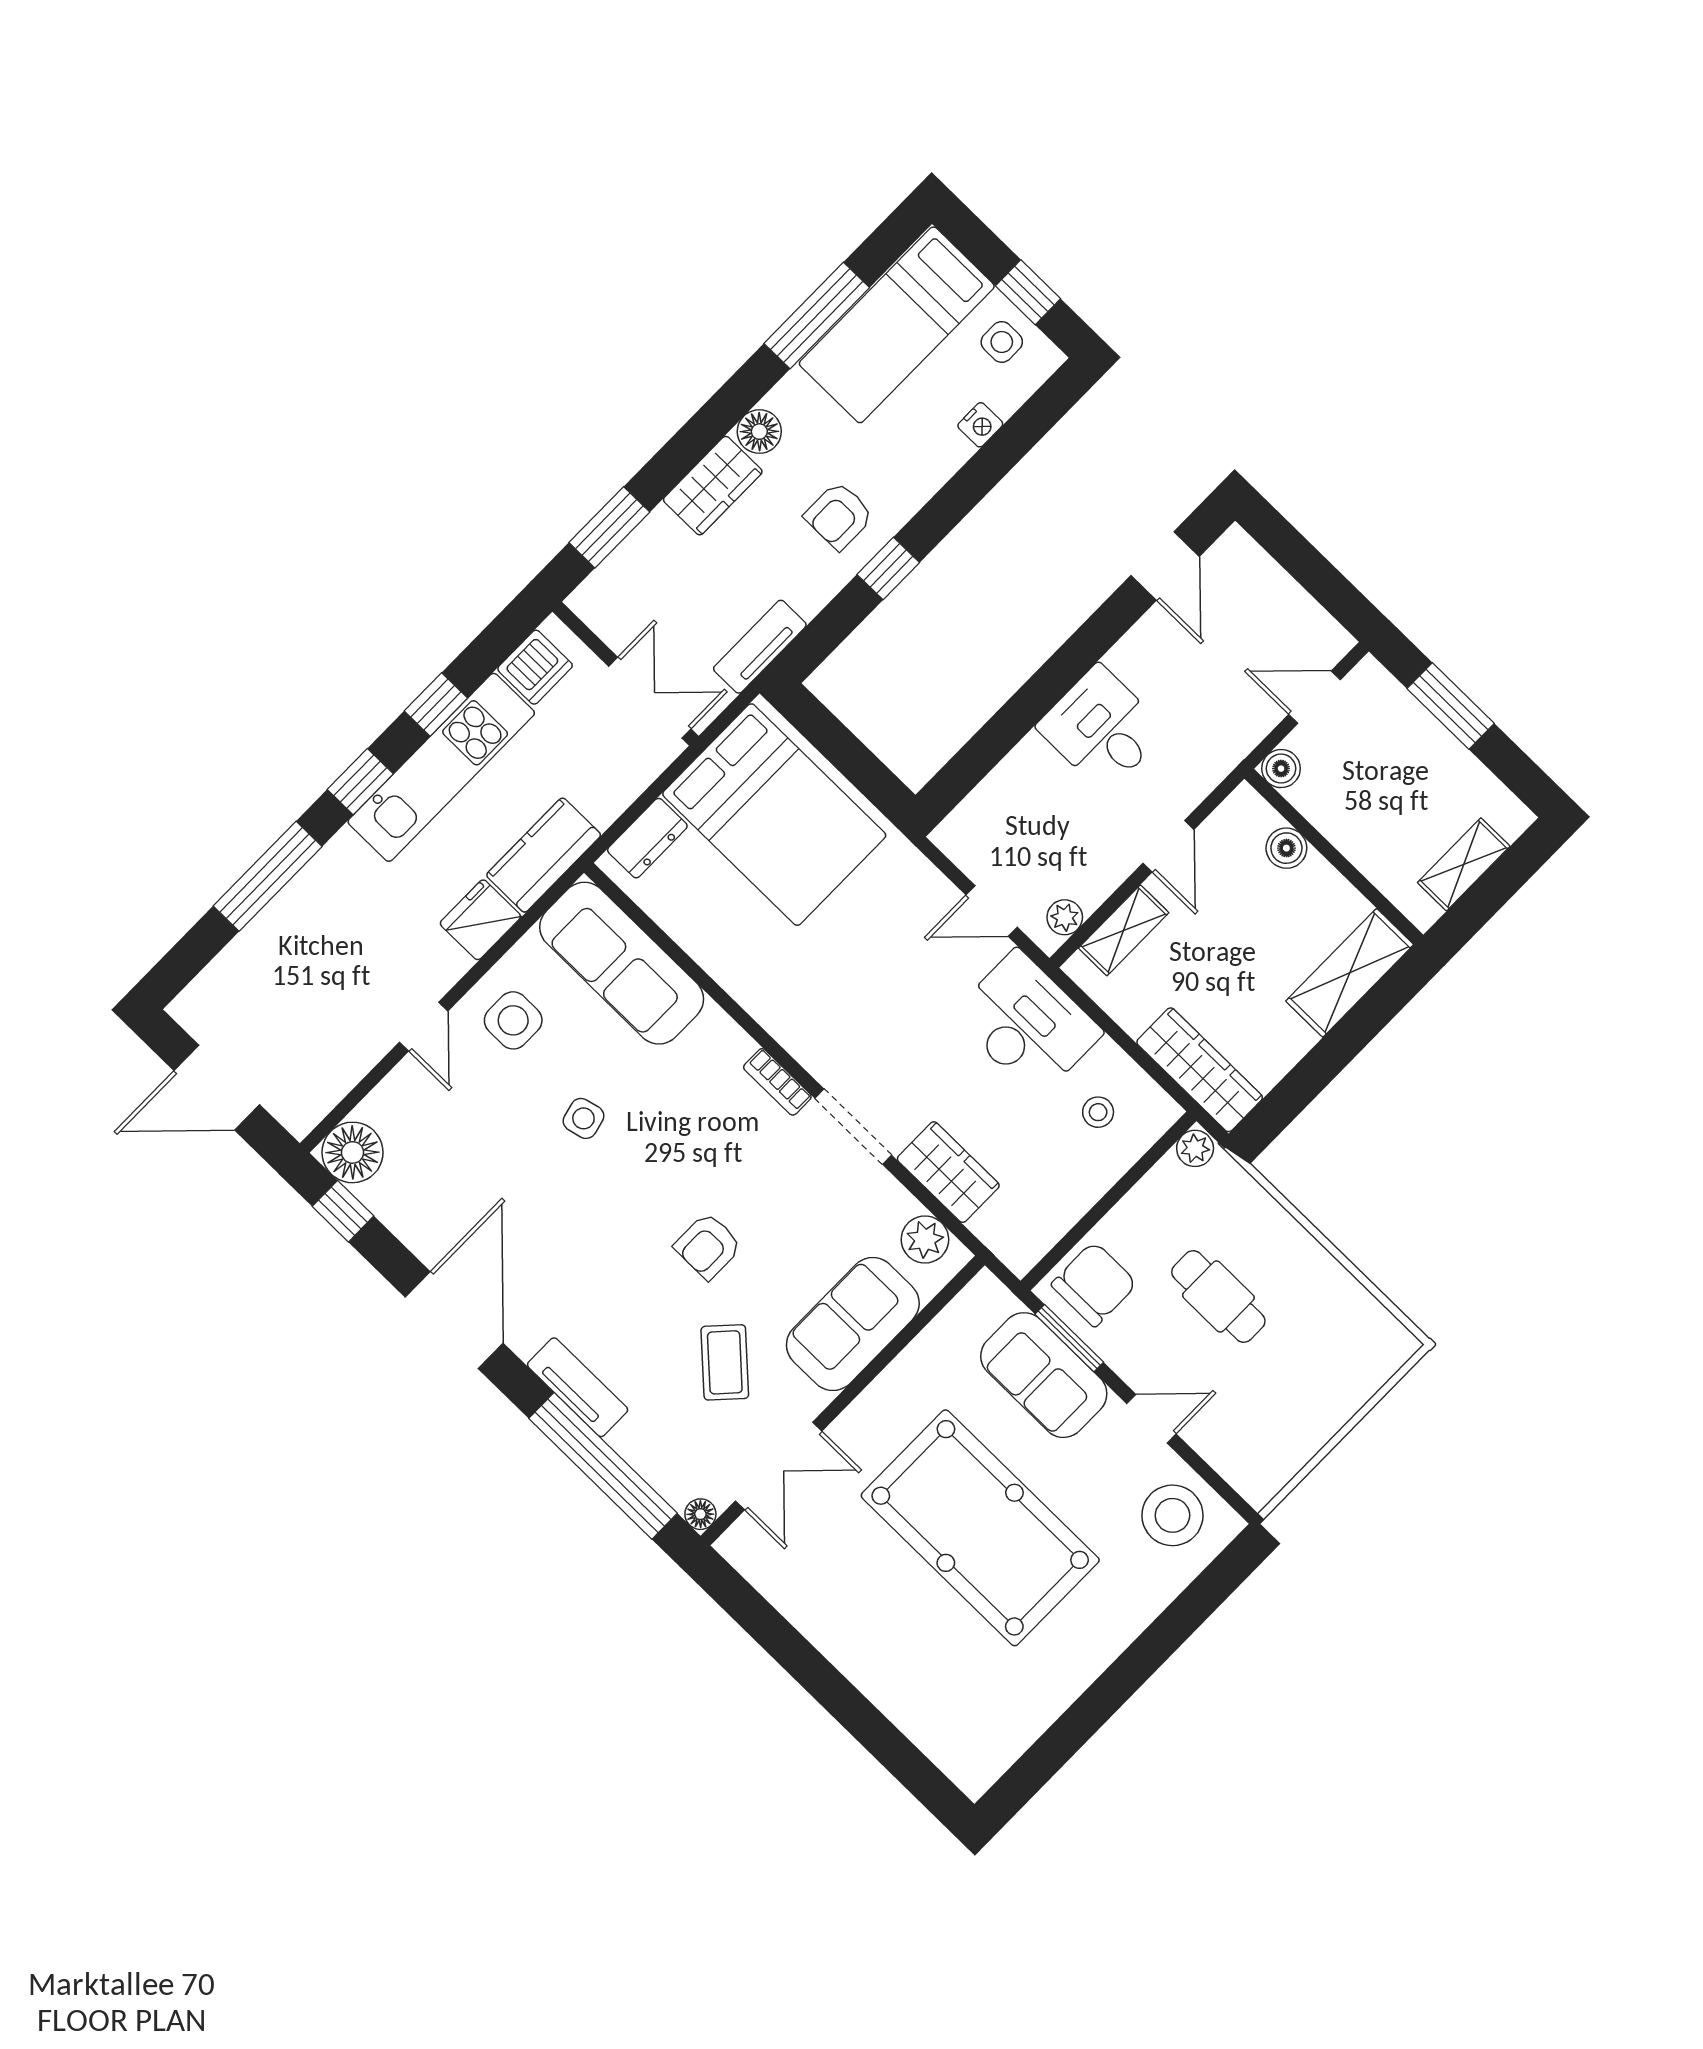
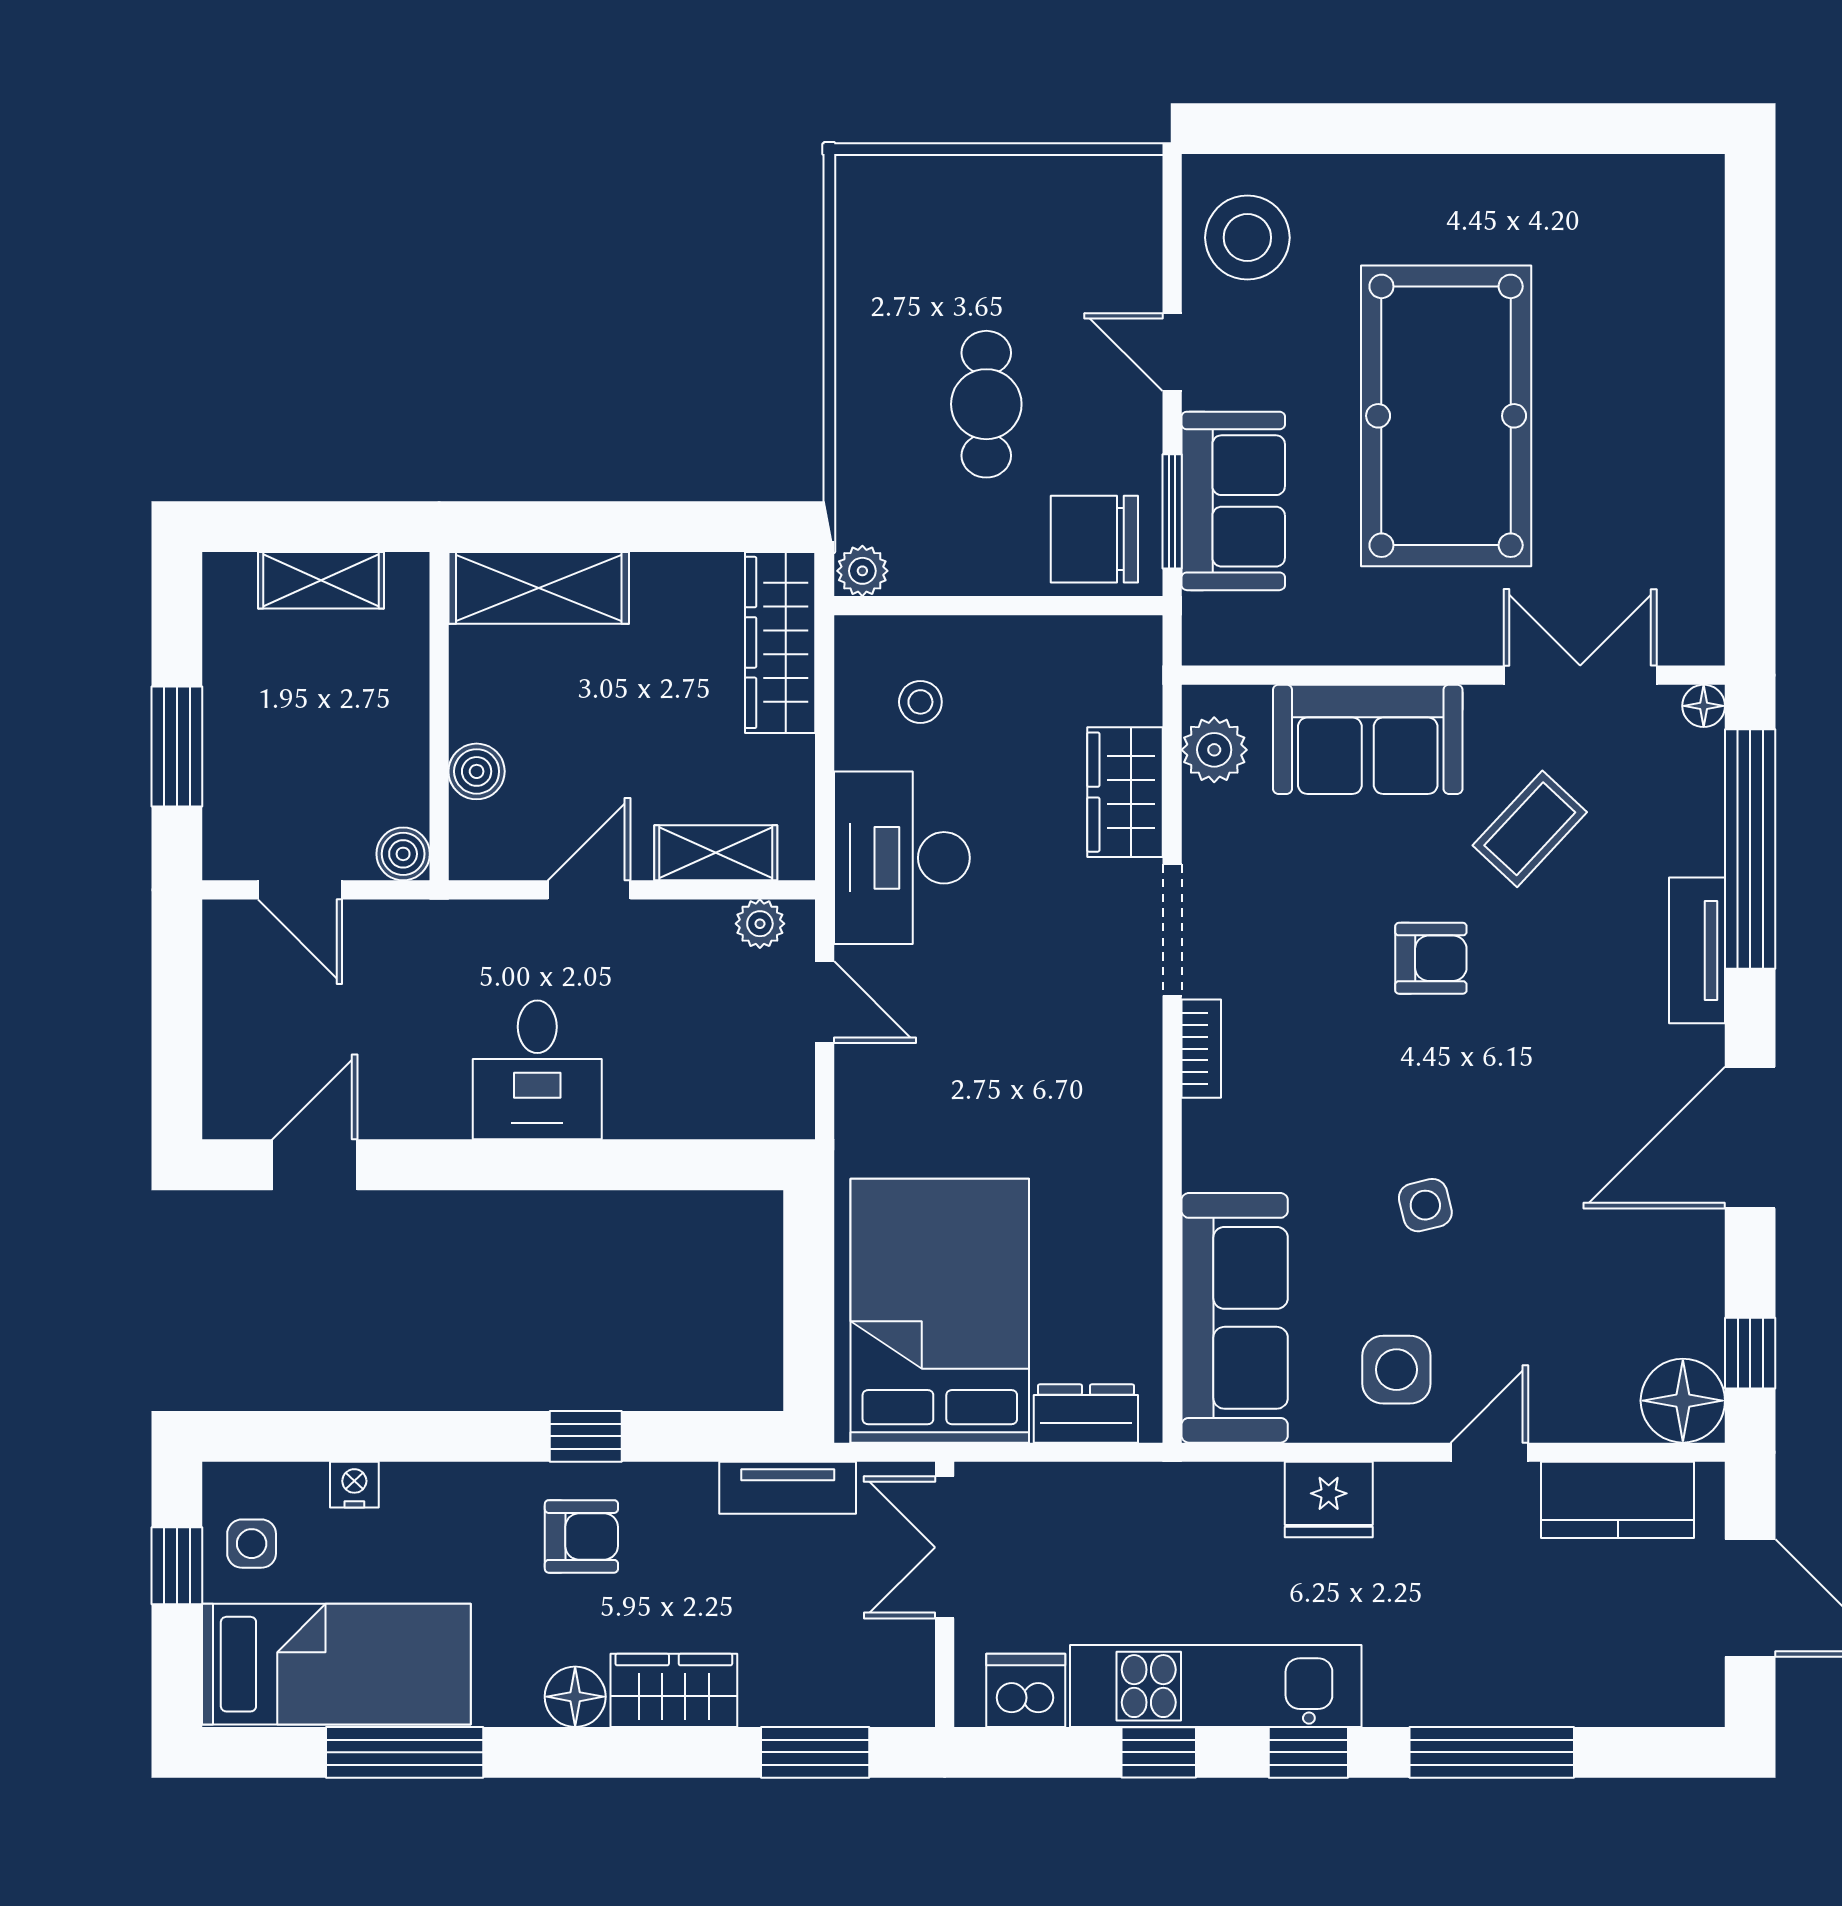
kitchen counter: (544, 855) -> (1618, 1500), moved

